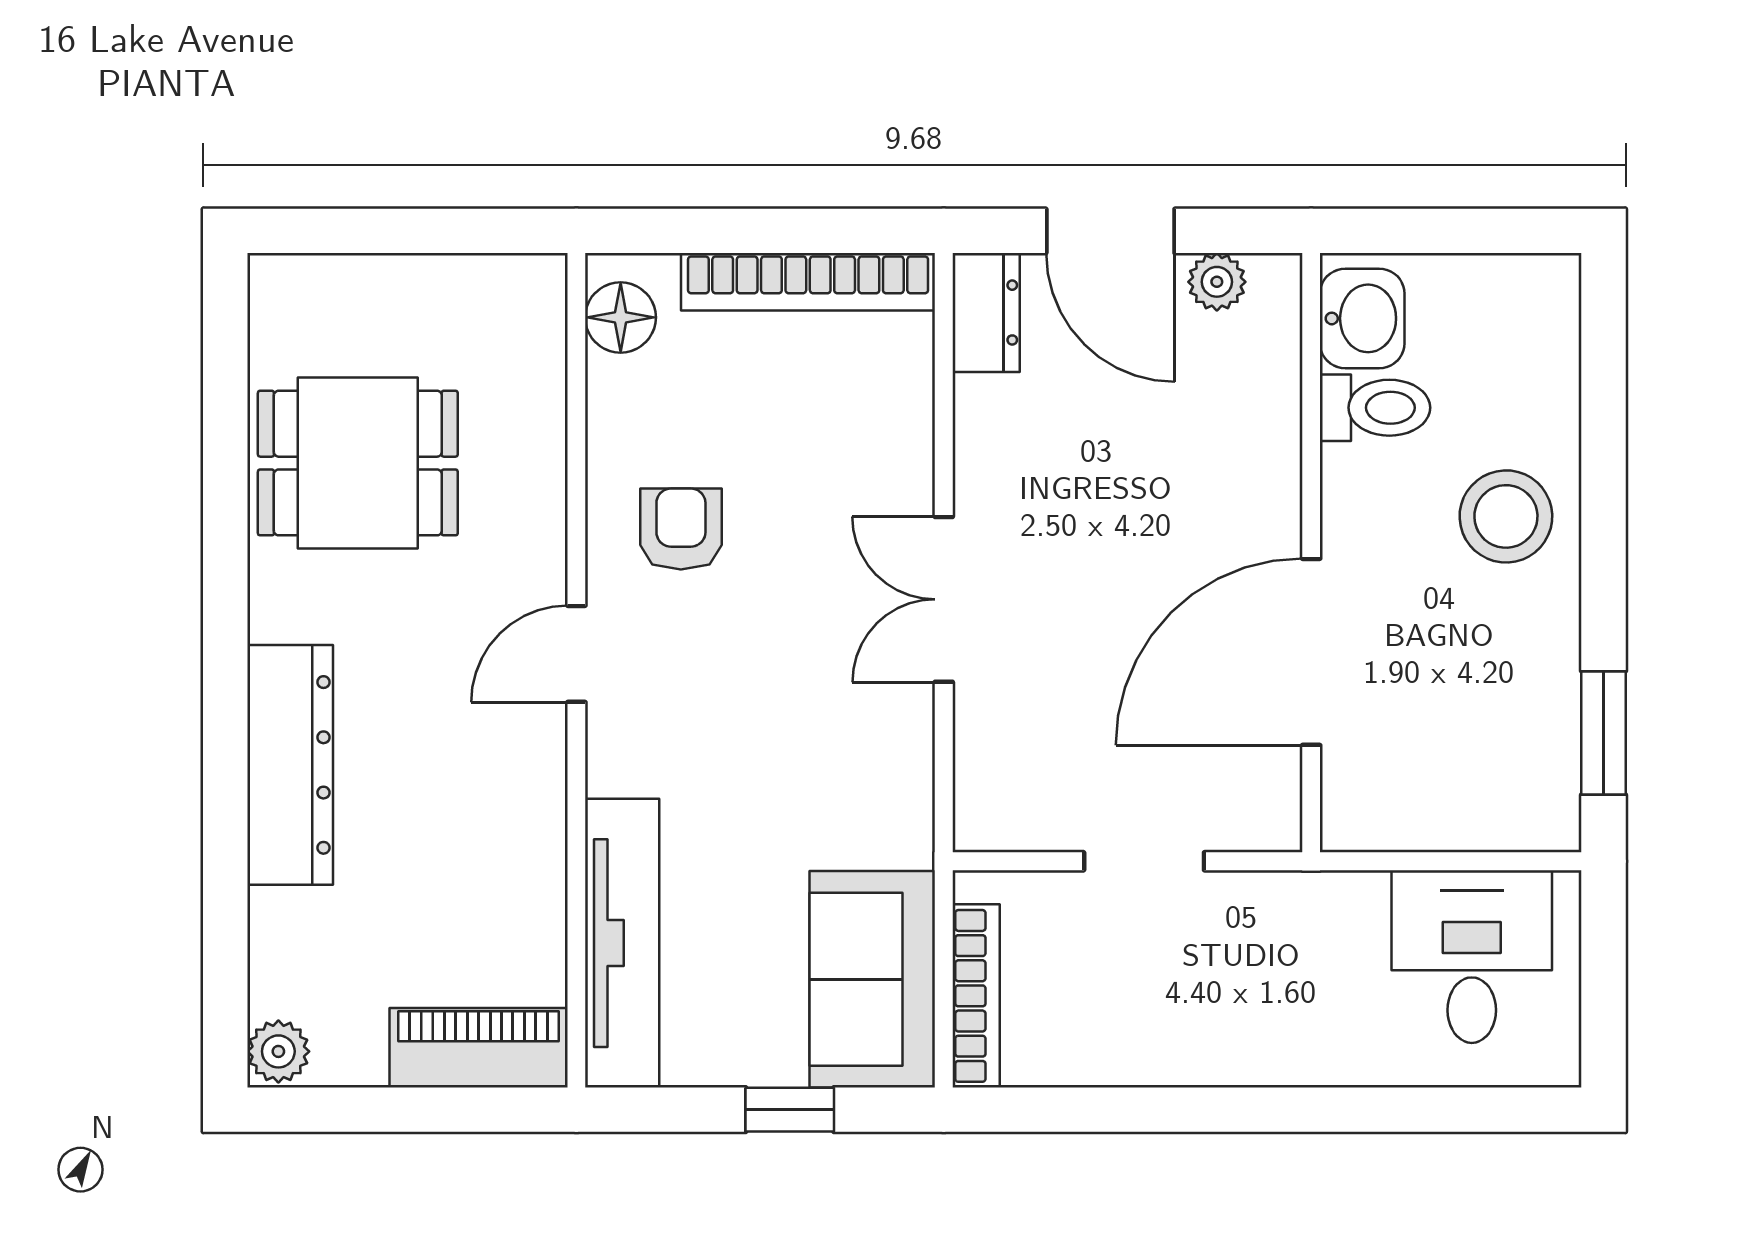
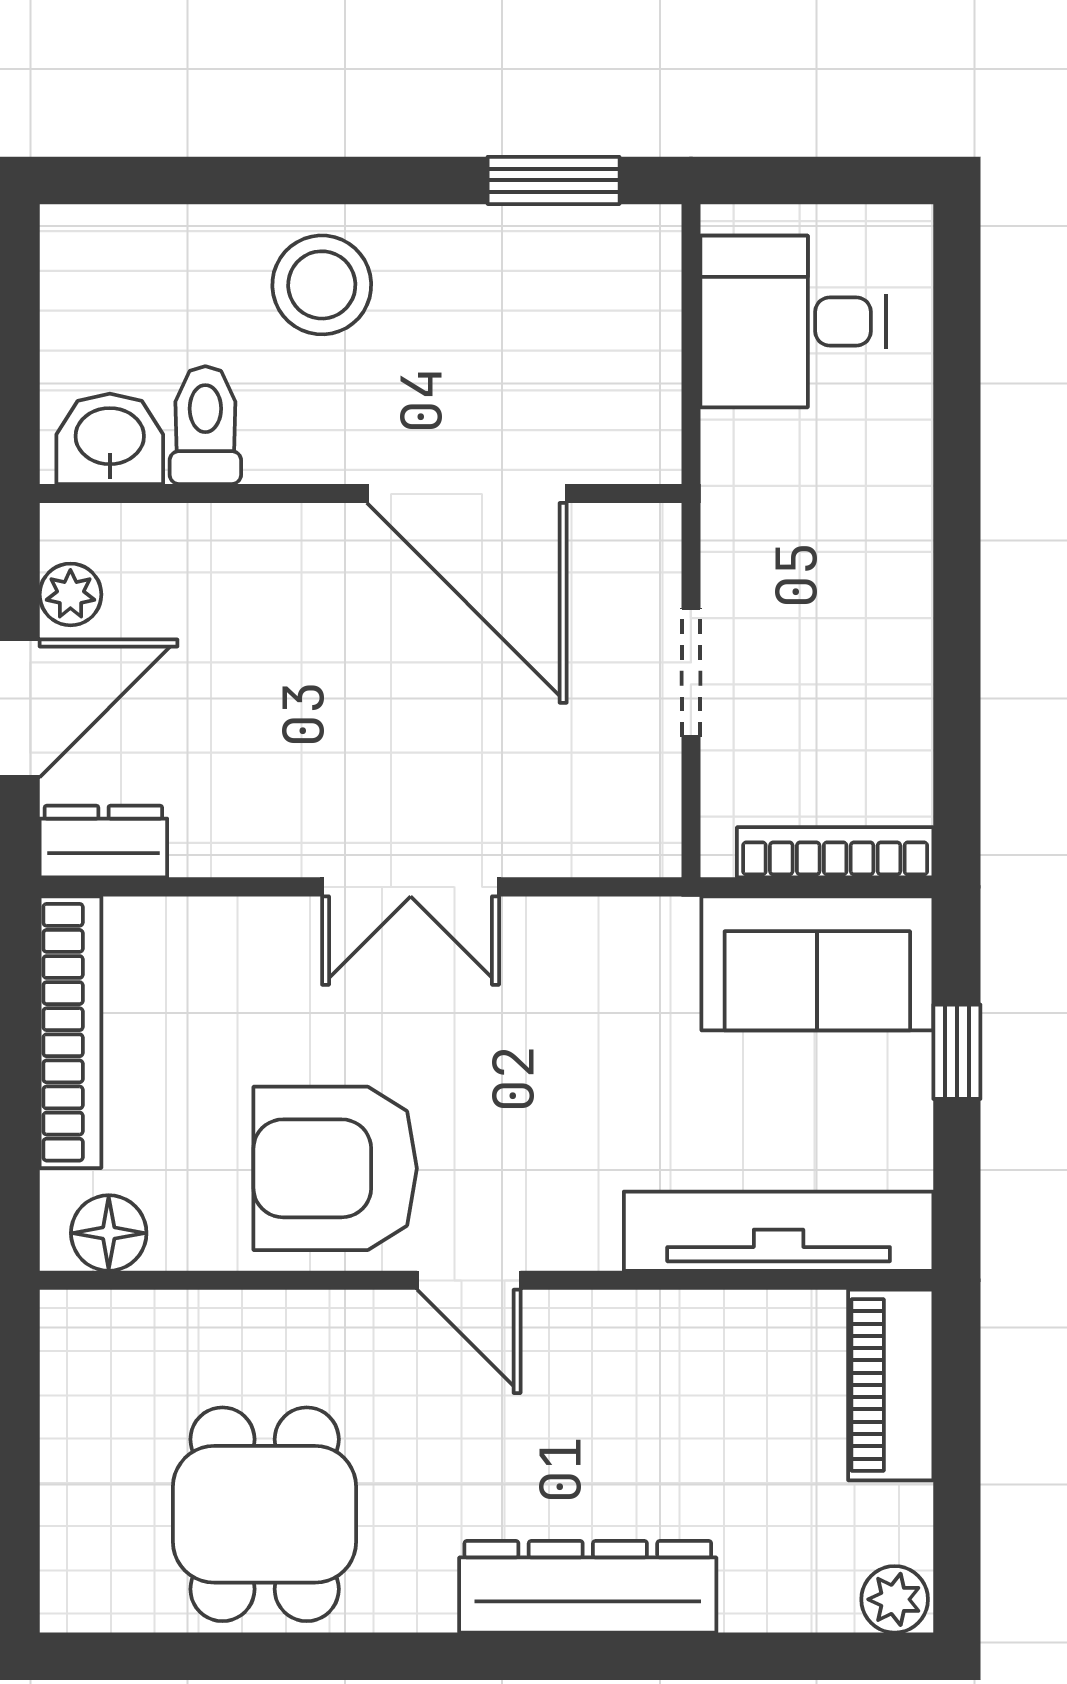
armchair: (681, 529) -> (335, 1168), width x1.88, depth x1.88

